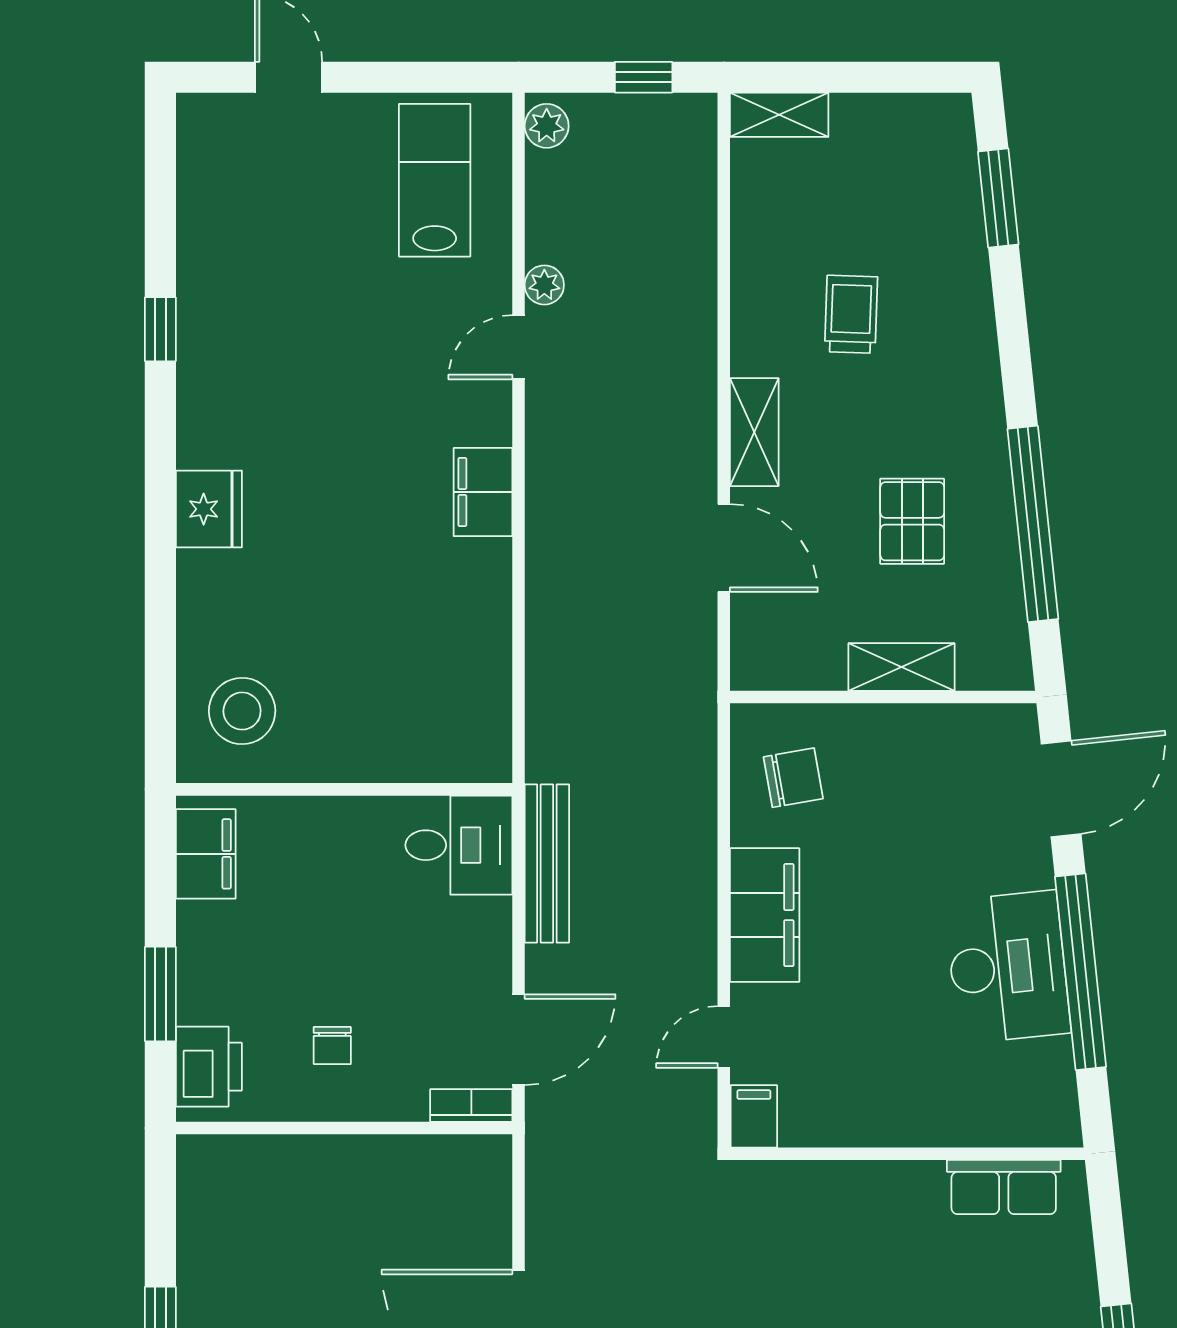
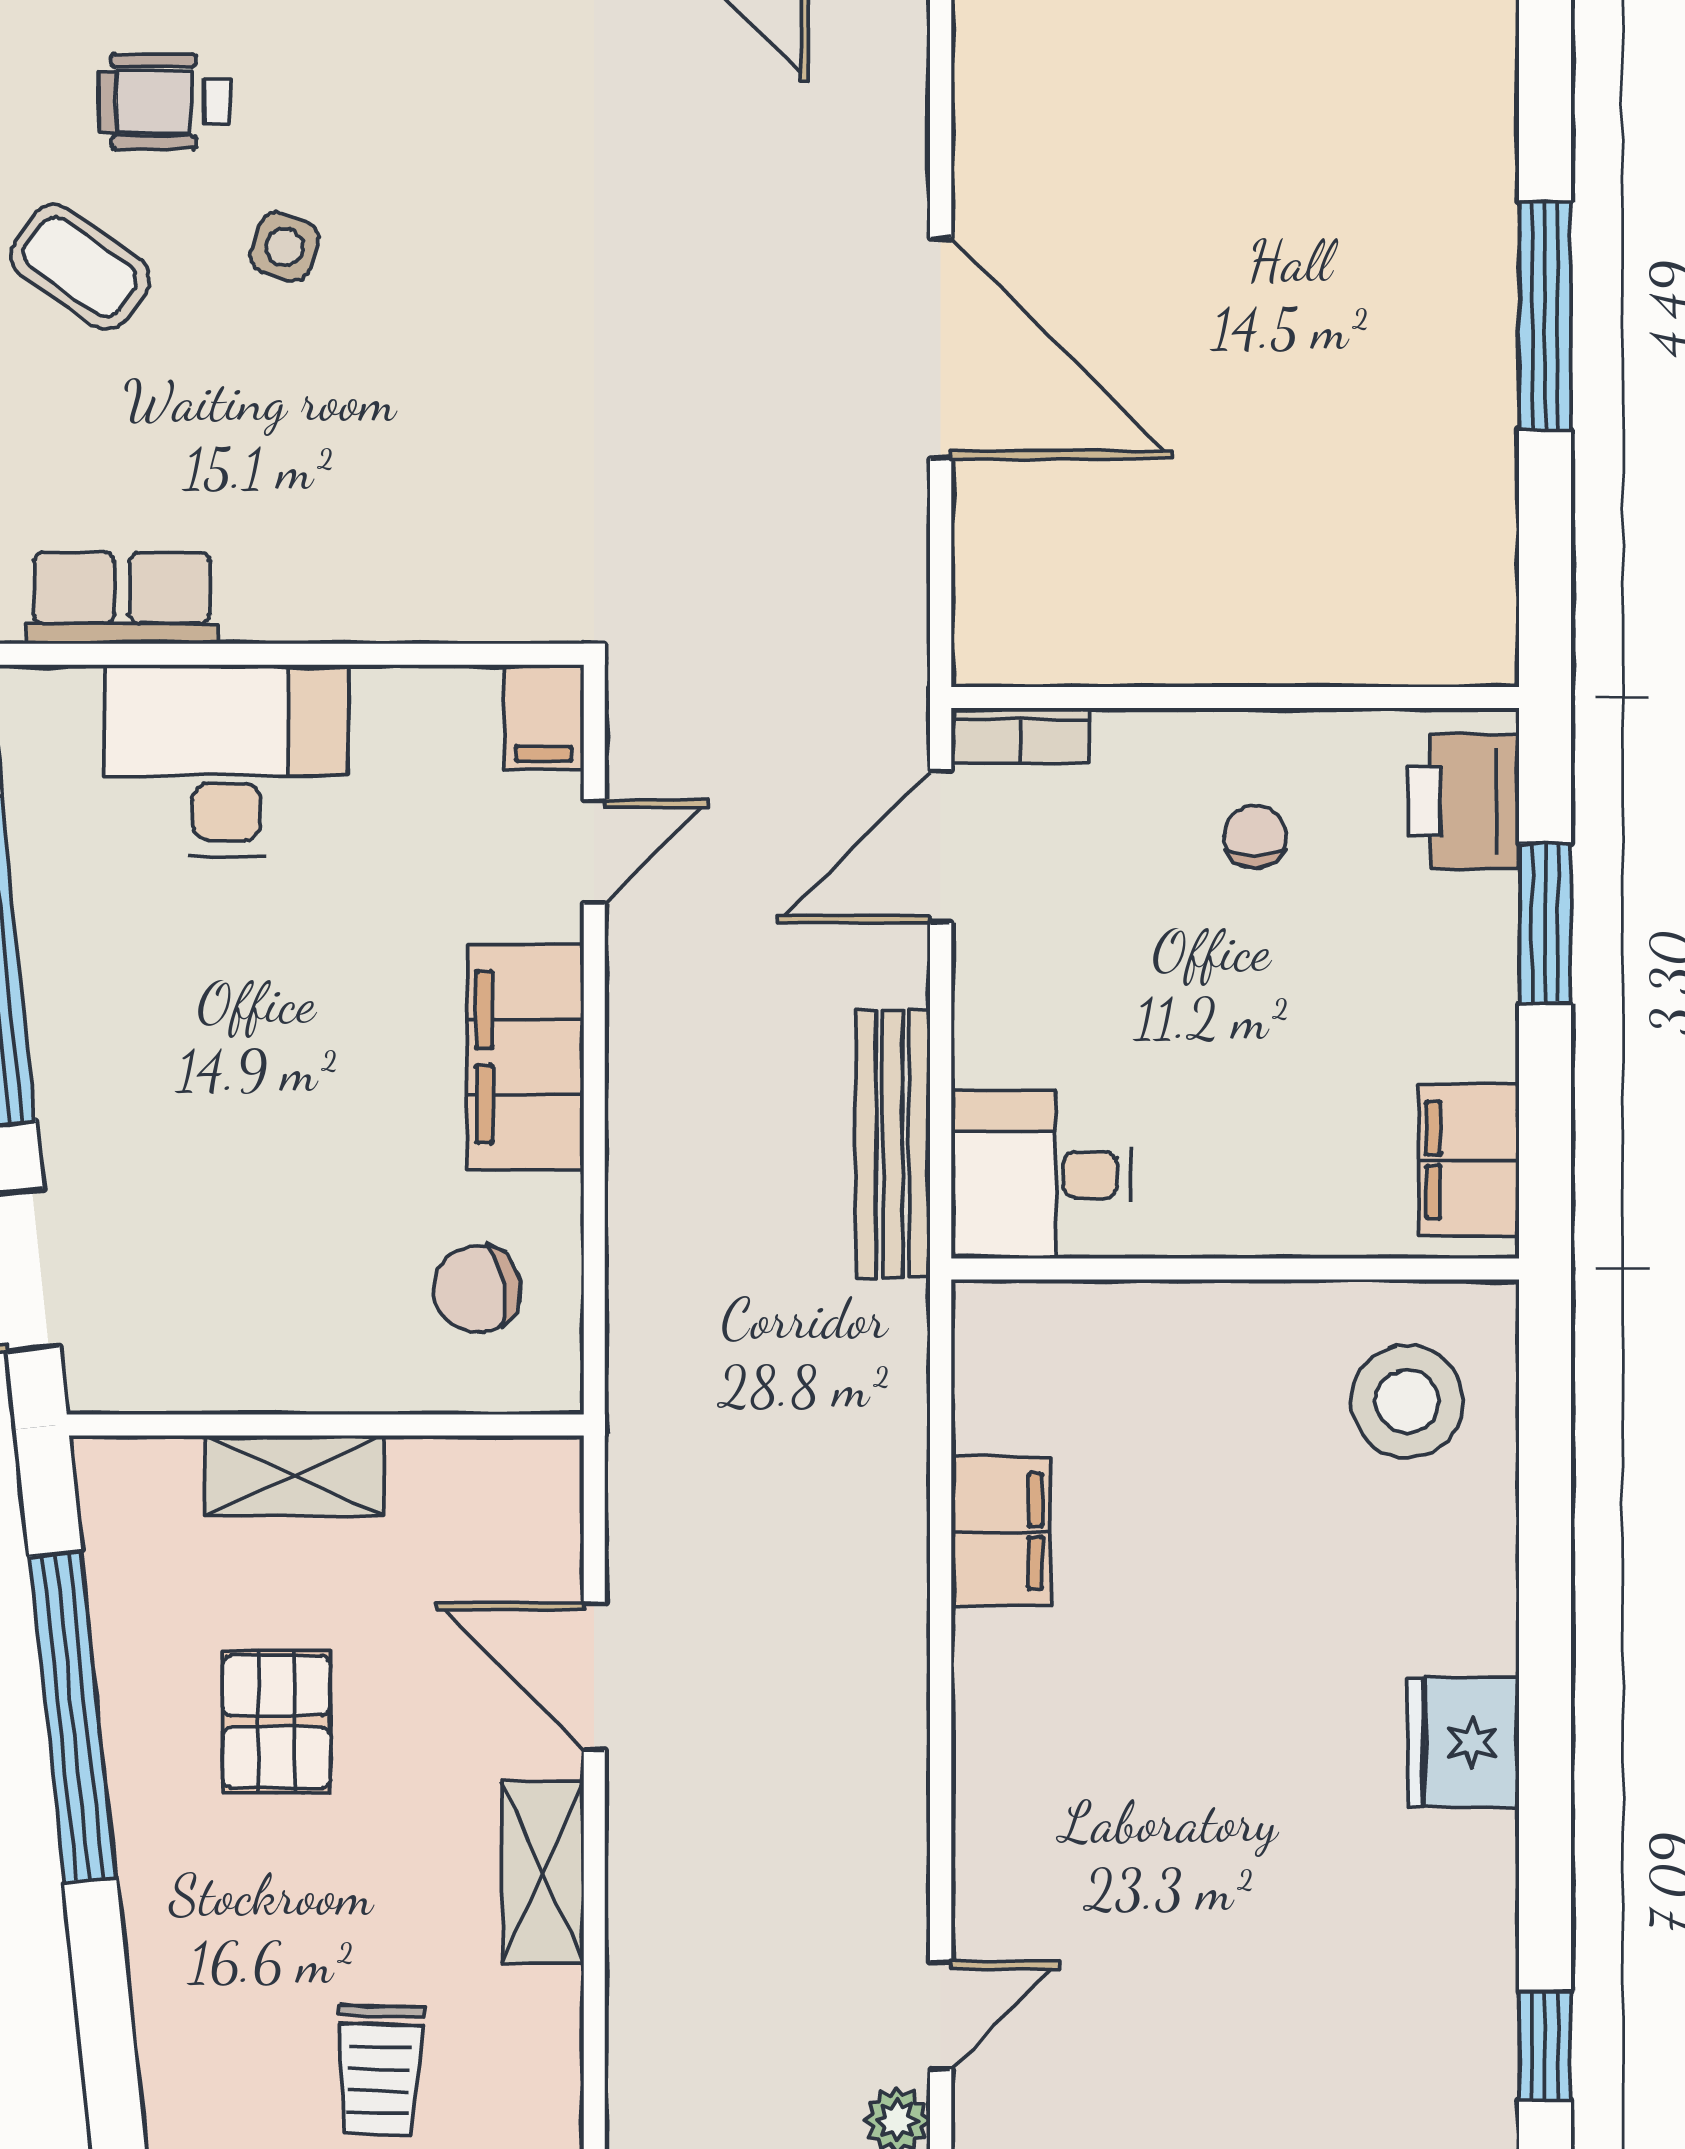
filing cabinet: (483, 492) -> (1001, 1532), moved
desk: (1008, 967) -> (226, 760), moved, turned 96

